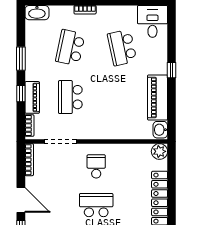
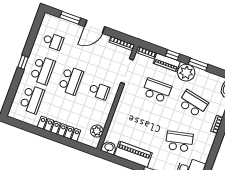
plant: (36, 69) -> (186, 73), added
plant: (159, 151) -> (97, 131), moved

